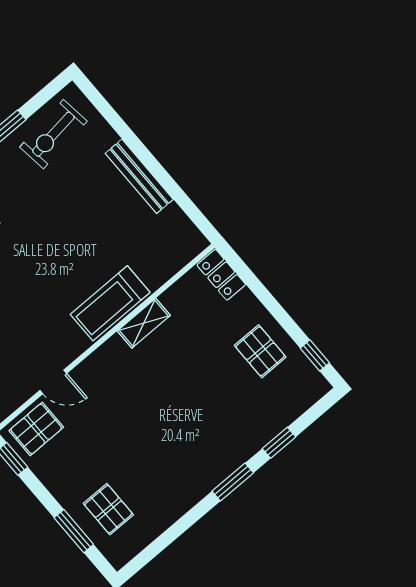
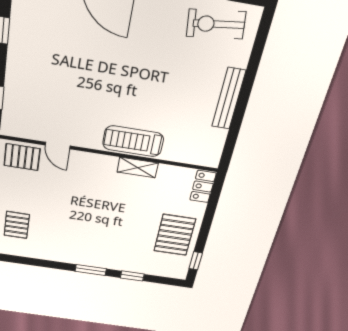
pallet: (260, 351) -> (175, 235), width x1.50, depth x1.42

